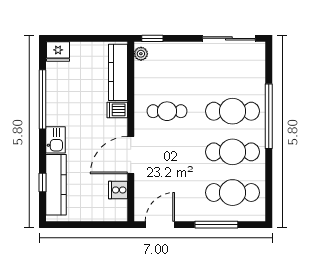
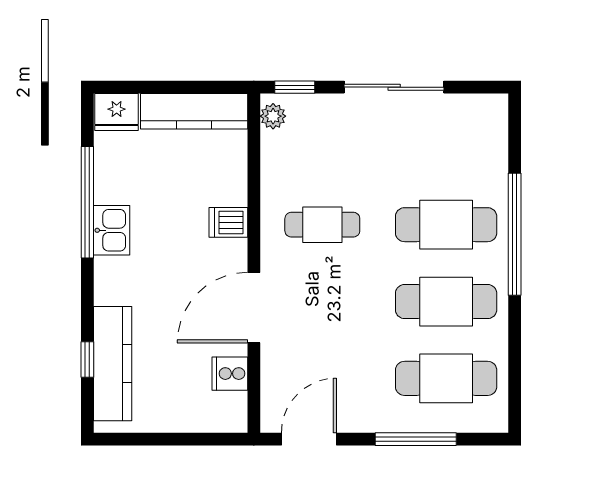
sliding door: (229, 38) -> (394, 87), moved
kitchen counter: (118, 72) -> (194, 111), moved, turned -90
kitchen sink: (55, 140) -> (112, 230), moved

